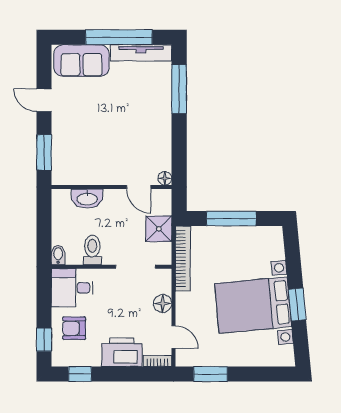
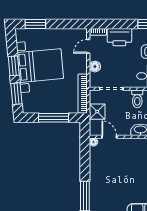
window: (293, 258) -> (16, 94), added
door: (174, 337) -> (88, 46), hinge flipped
window: (211, 374) -> (35, 24), moved

